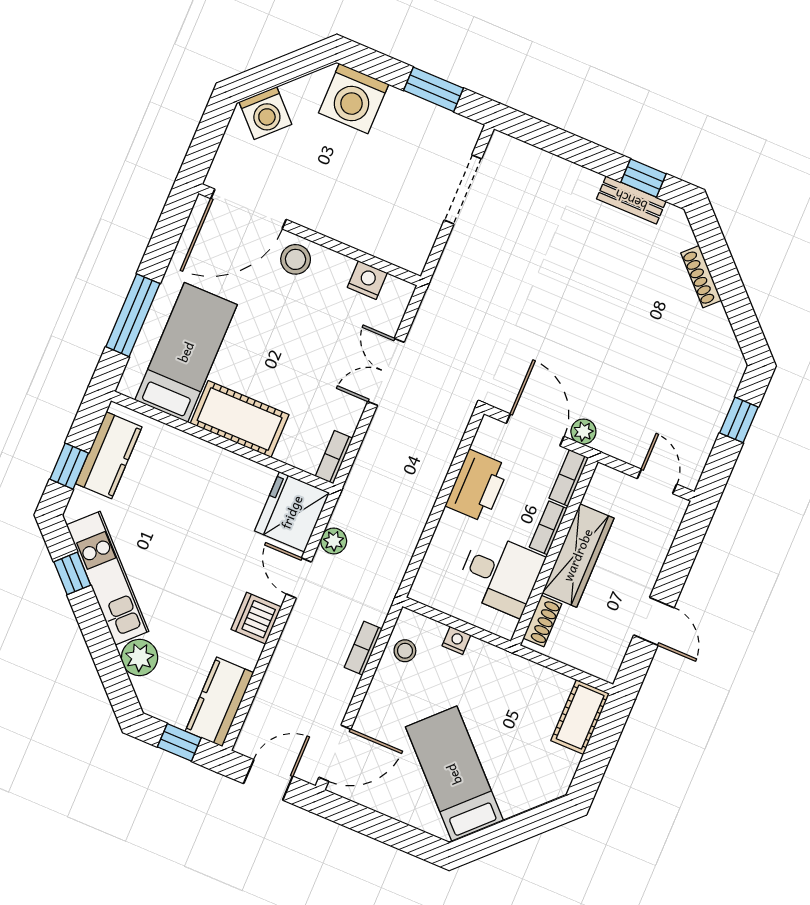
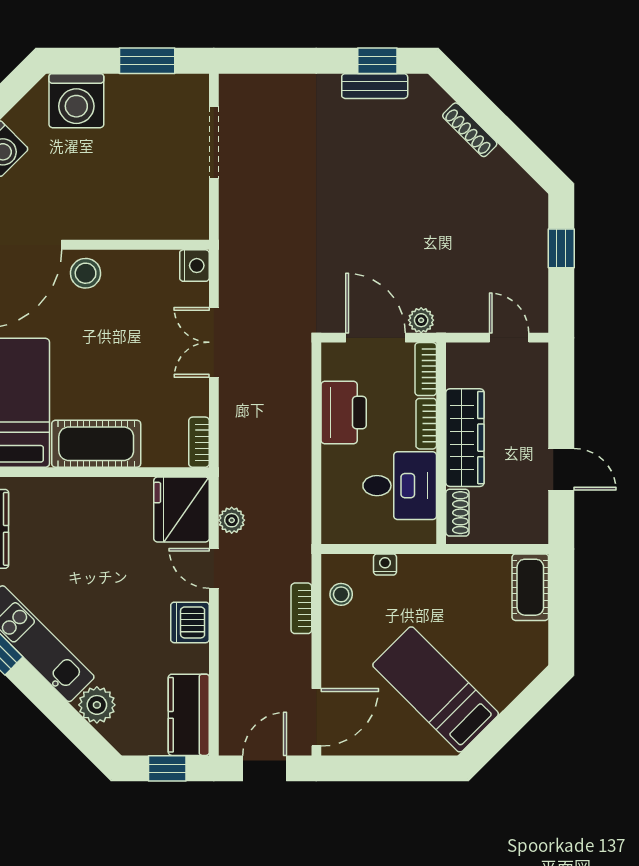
nightstand: (367, 280) -> (194, 266), moved, turned 90

